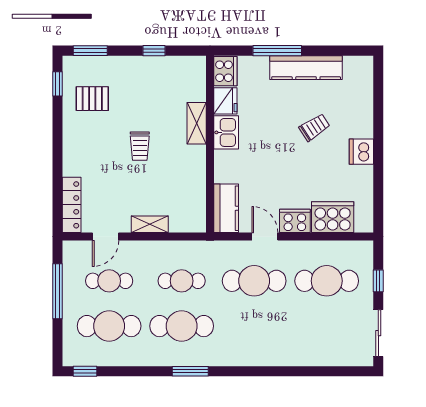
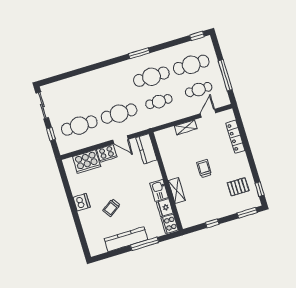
locker: (72, 205) -> (235, 137), moved

